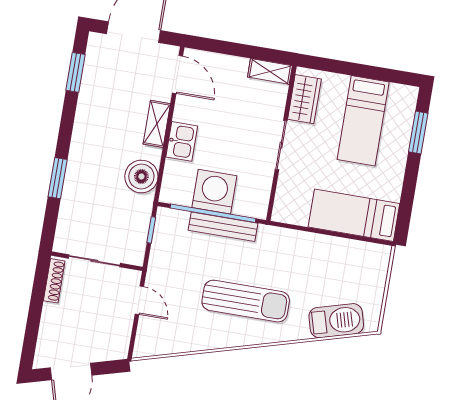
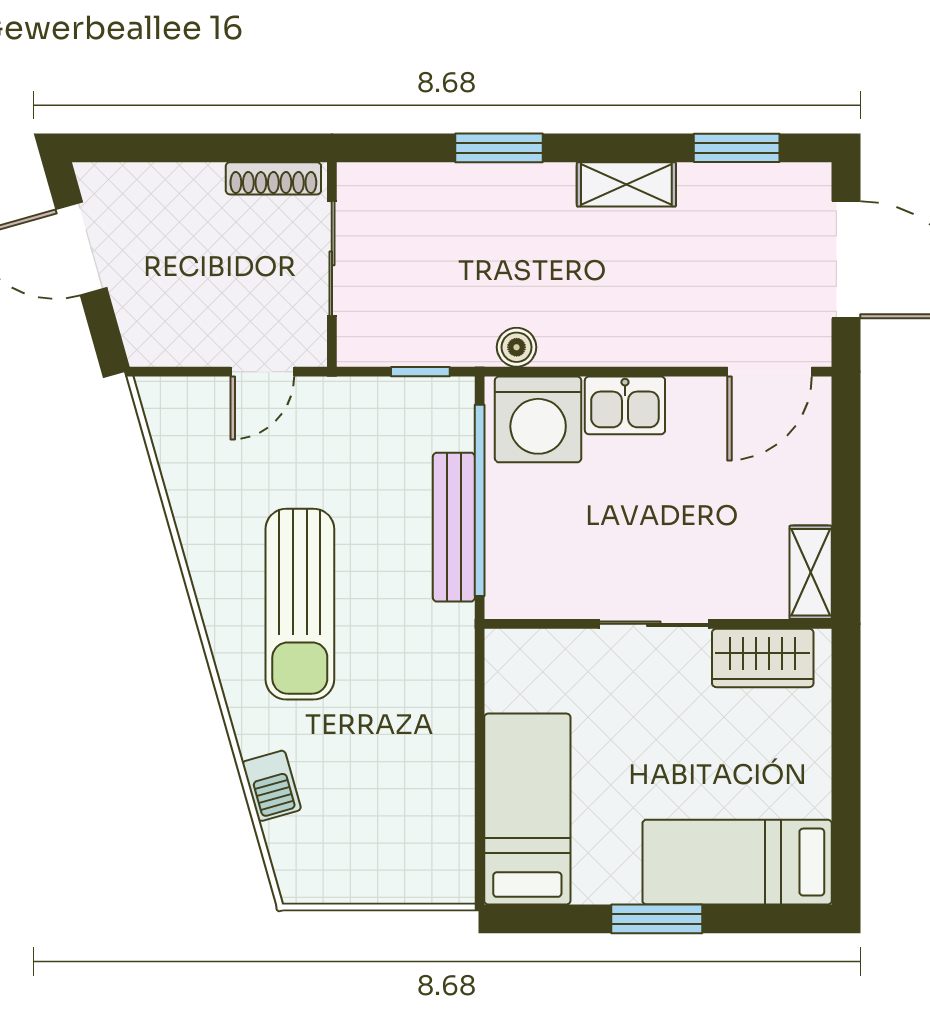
bed: (363, 121) -> (737, 862), moved
shelving: (157, 124) -> (626, 184), moved
window: (418, 133) -> (657, 919), moved
boiler: (141, 177) -> (517, 347), width x0.54, depth x0.54
washing machine: (214, 192) -> (538, 419), moved, turned 90
barbecue: (336, 321) -> (272, 786), width x0.53, depth x0.65

